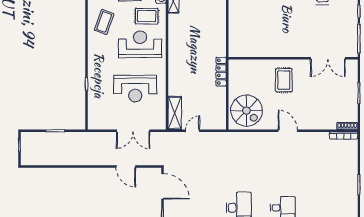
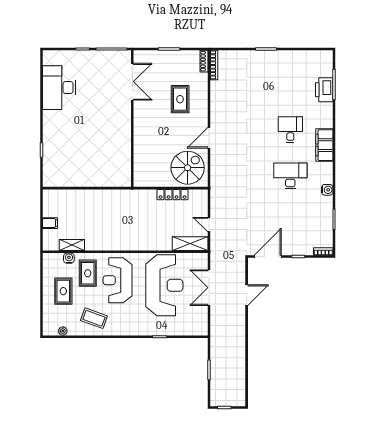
locker: (221, 72) -> (173, 195), moved
rug: (284, 80) -> (180, 99), moved, turned 90
reception desk: (135, 89) -> (164, 285), width x1.36, depth x1.30
double door: (133, 131) -> (209, 288), swing flipped
door: (288, 131) -> (209, 138), moved

